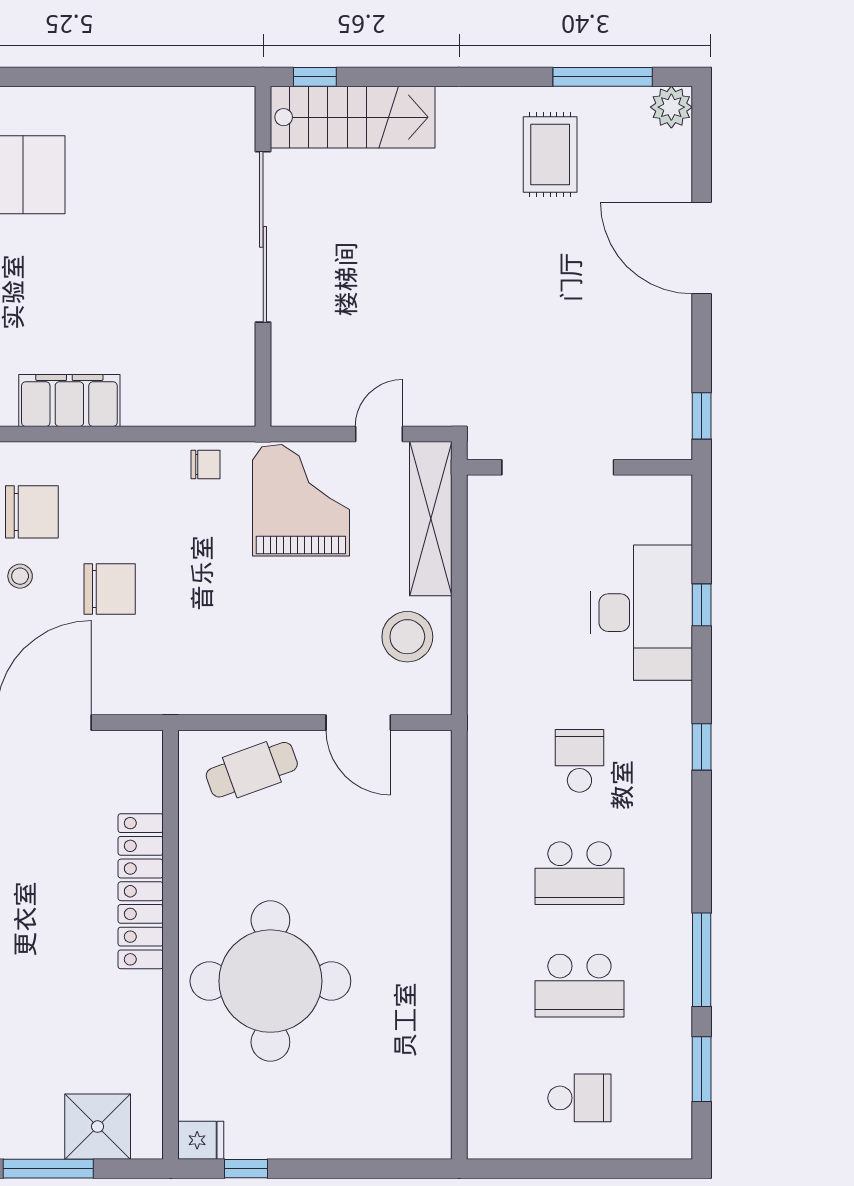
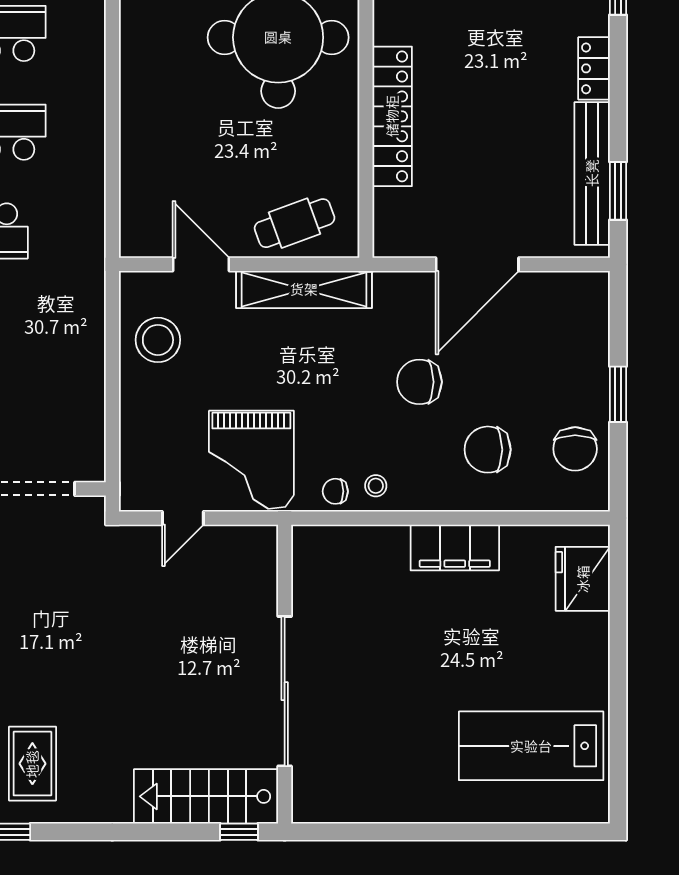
shelving: (431, 519) -> (304, 289), moved, turned 90
stool: (20, 576) -> (376, 486), moved

